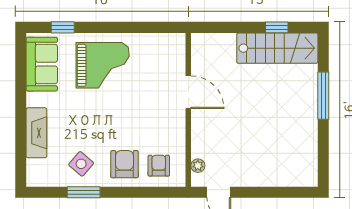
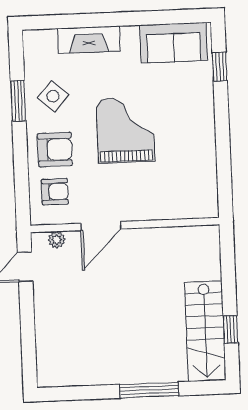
grand piano: (103, 65) -> (125, 130), moved, turned 180
door: (188, 92) -> (101, 226), moved

